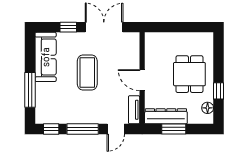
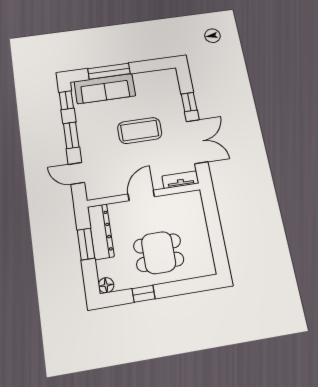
sofa: (46, 57) -> (105, 89), moved
floor lamp: (208, 108) -> (106, 285), moved
tv unit: (134, 110) -> (180, 180), moved
window: (83, 129) -> (71, 135), width x0.69

